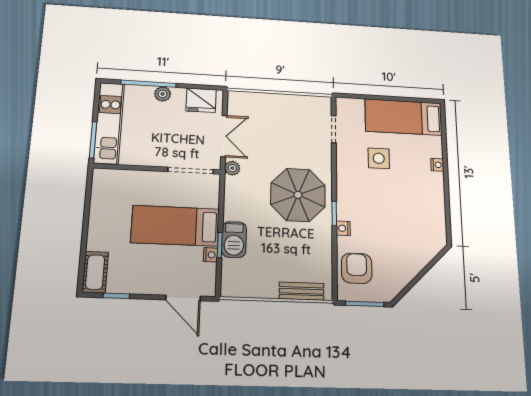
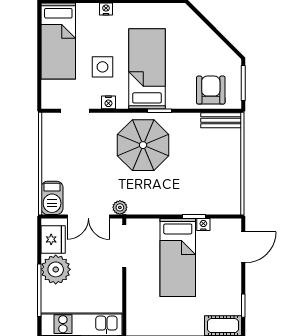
plant: (163, 94) -> (56, 269), width x1.88, depth x1.88
double door: (224, 136) -> (88, 216), swing flipped
bed: (378, 203) -> (147, 69), added
nightstand: (343, 228) -> (108, 102), moved
barbecue: (234, 240) -> (52, 198), moved, turned 90
armchair: (357, 268) -> (211, 90), turned 90
bench: (302, 291) -> (221, 120), moved, turned 90

